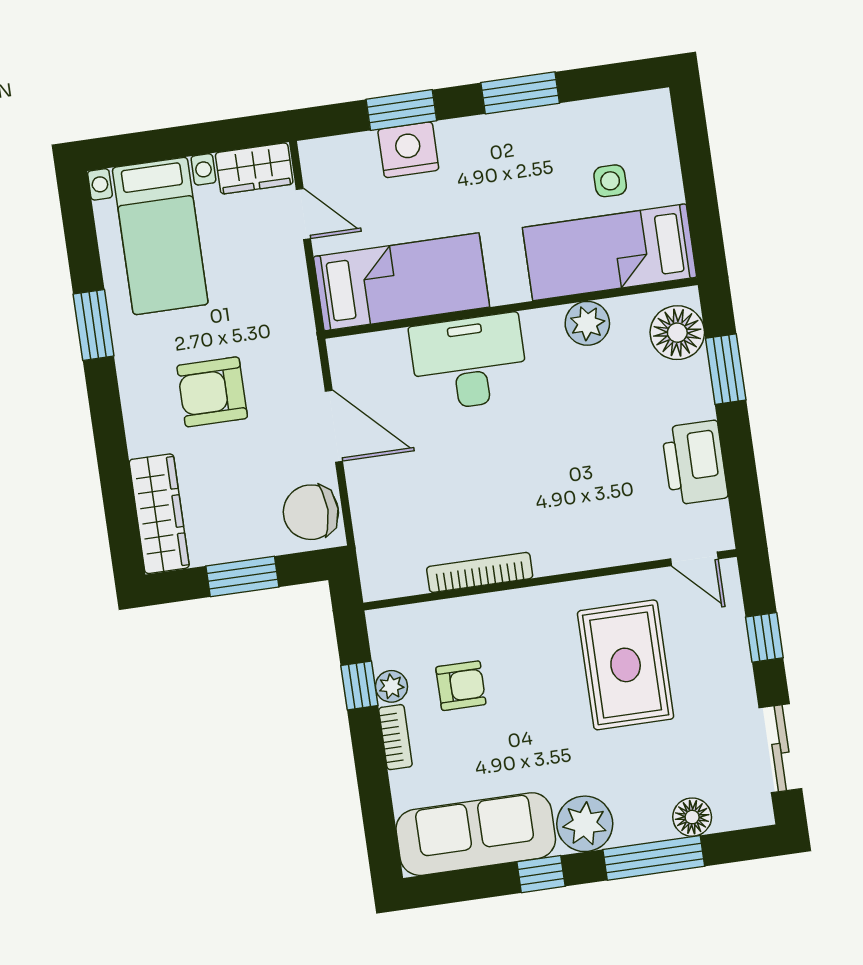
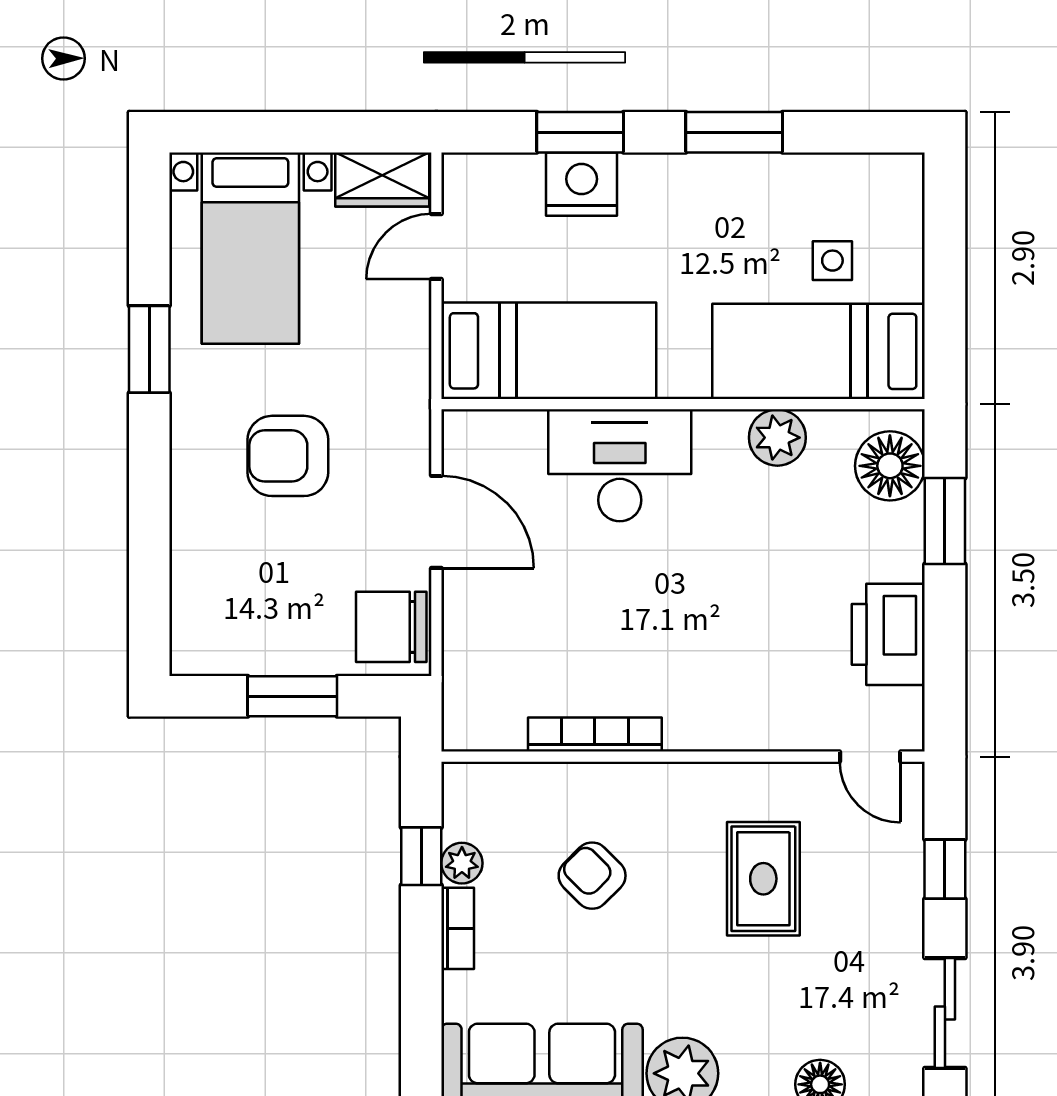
door: (303, 214) -> (436, 247), swing flipped
wardrobe: (159, 514) -> (198, 601), removed
rug: (626, 665) -> (763, 879), width x0.73, depth x0.70
armchair: (461, 686) -> (592, 876), moved, turned -135

